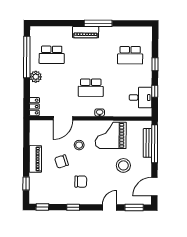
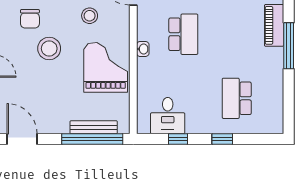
school desk: (91, 88) -> (183, 34), turned 180
stool: (123, 165) -> (49, 48), moved

